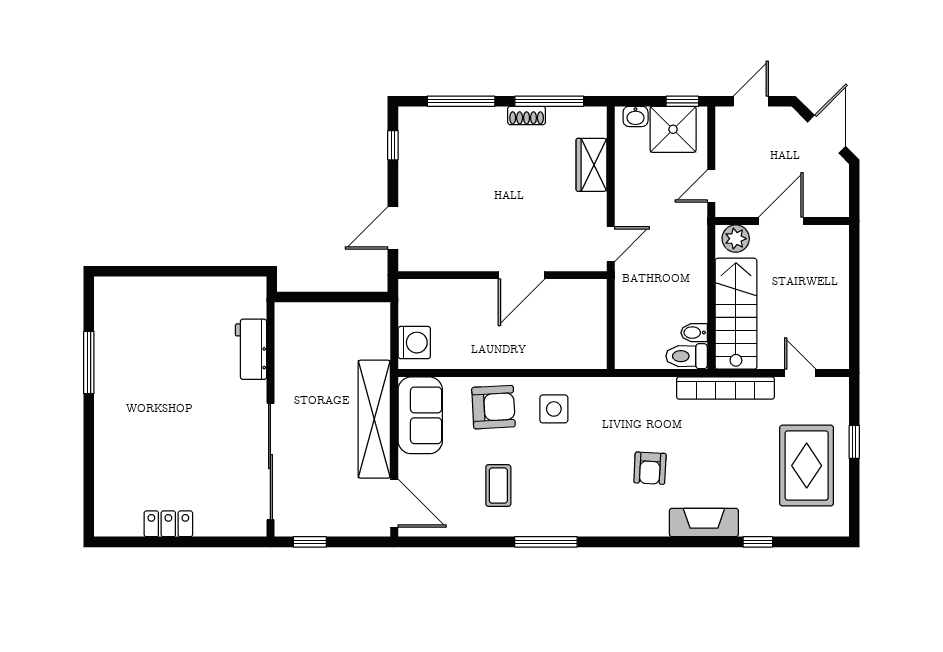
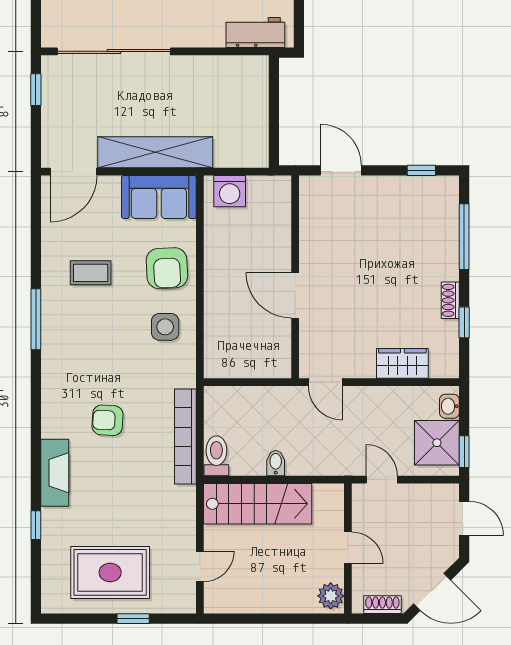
window: (549, 101) -> (464, 322), width x0.46
shoe rack: (840, 185) -> (382, 605), added
door: (781, 221) -> (348, 548), width x0.73
plant: (736, 239) -> (331, 596), moved
bidet: (694, 333) -> (276, 463), moved
workbench: (251, 349) -> (255, 33), moved
bookcase: (725, 388) -> (185, 437), moved

